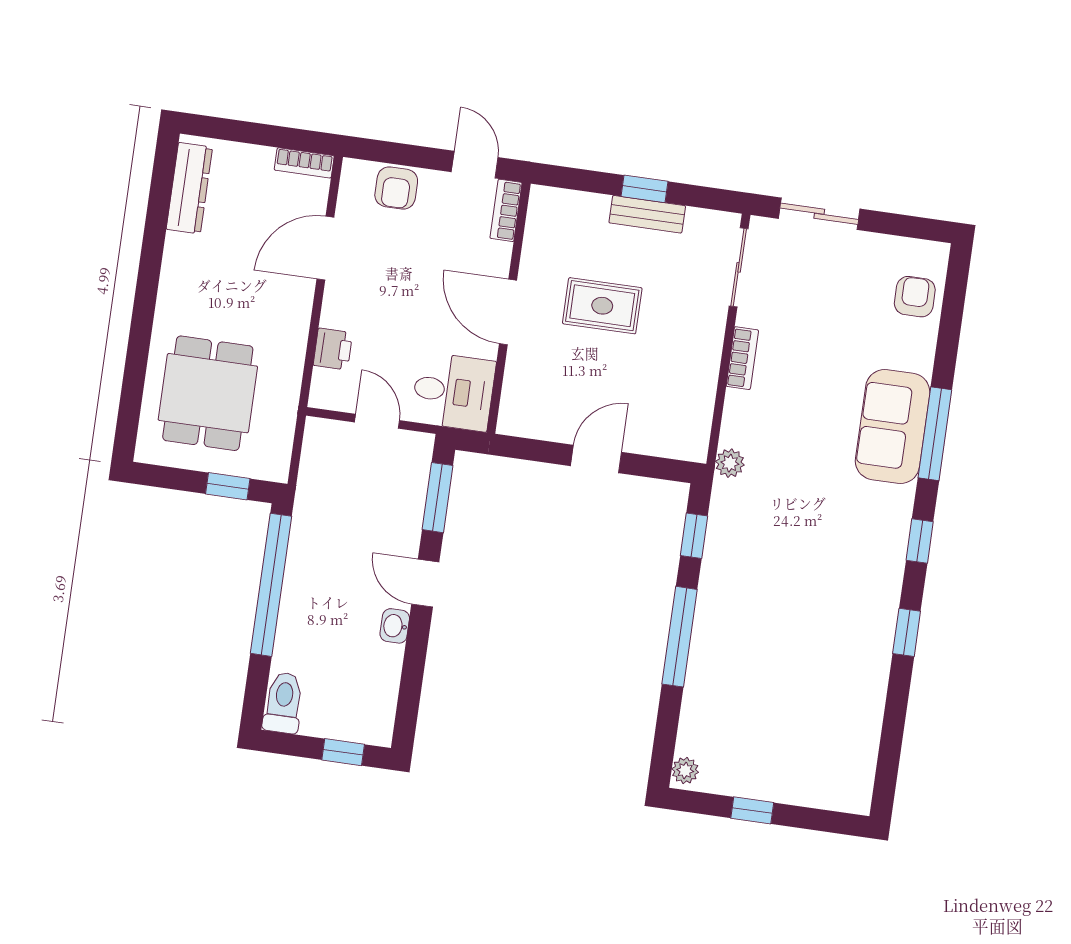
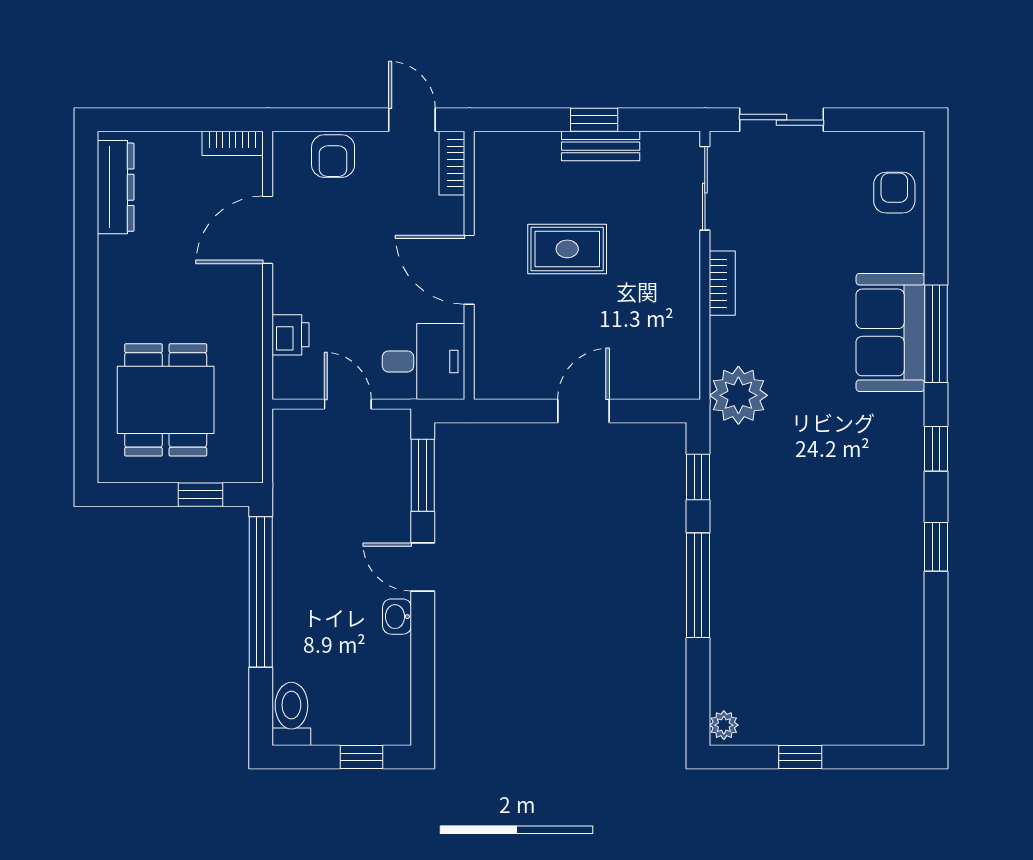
plant: (730, 463) -> (738, 395), width x1.88, depth x1.88

